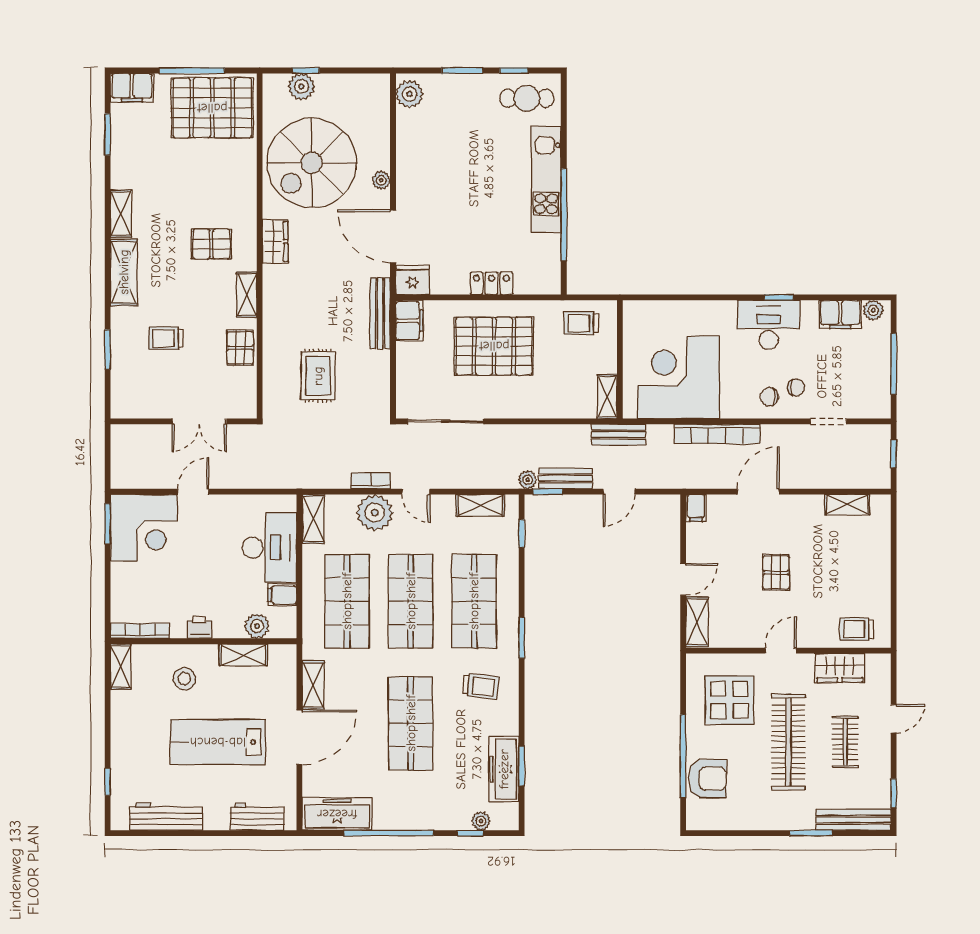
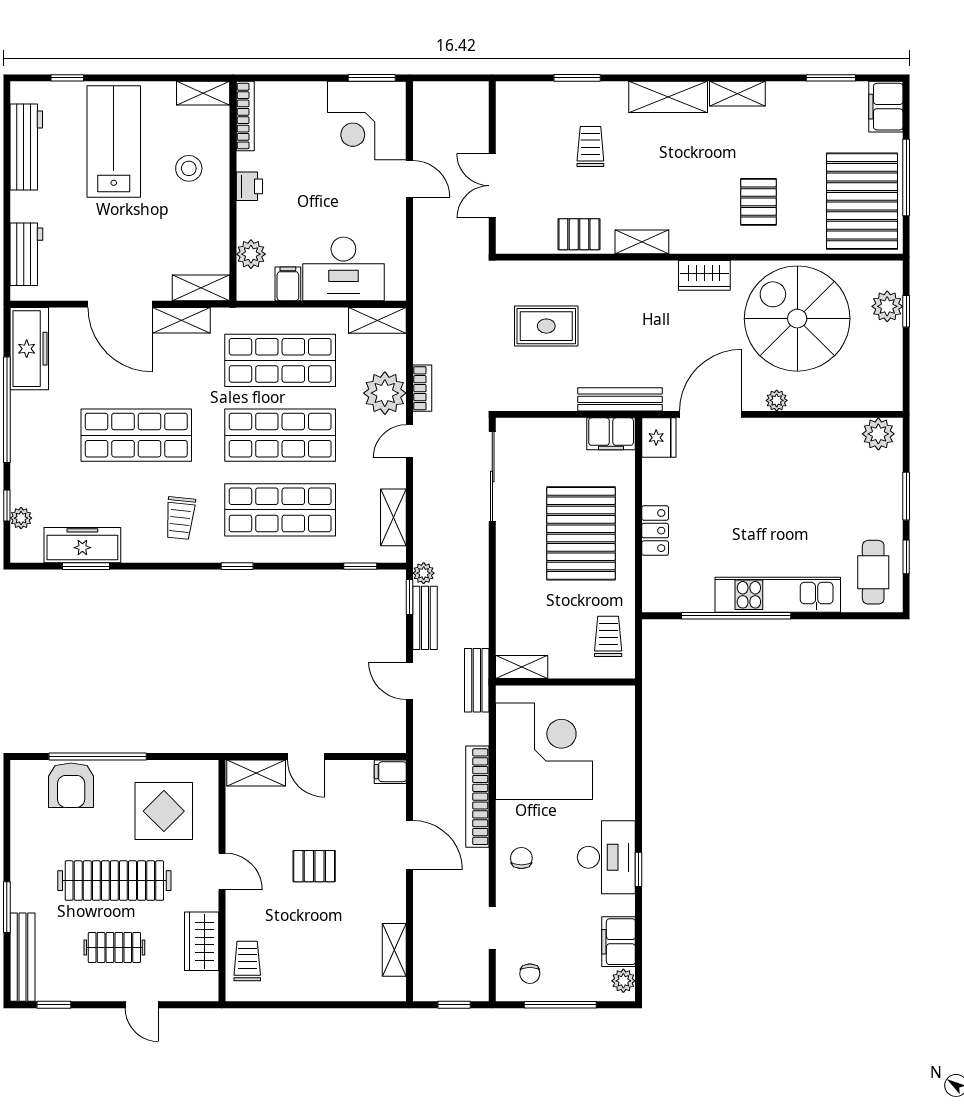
pallet: (211, 244) -> (758, 202), moved
chair: (796, 387) -> (530, 974), moved
window: (522, 638) -> (237, 566), width x0.67
shelving: (243, 655) -> (201, 288), moved, turned 90
lab bench: (218, 742) -> (114, 141), moved

